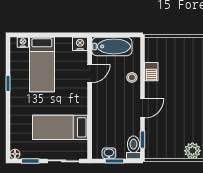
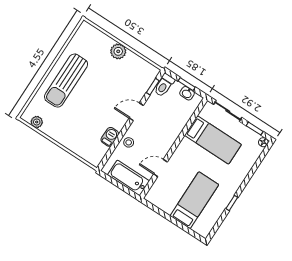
nightstand: (23, 42) -> (198, 228), removed
nightstand: (80, 44) -> (153, 197), removed

